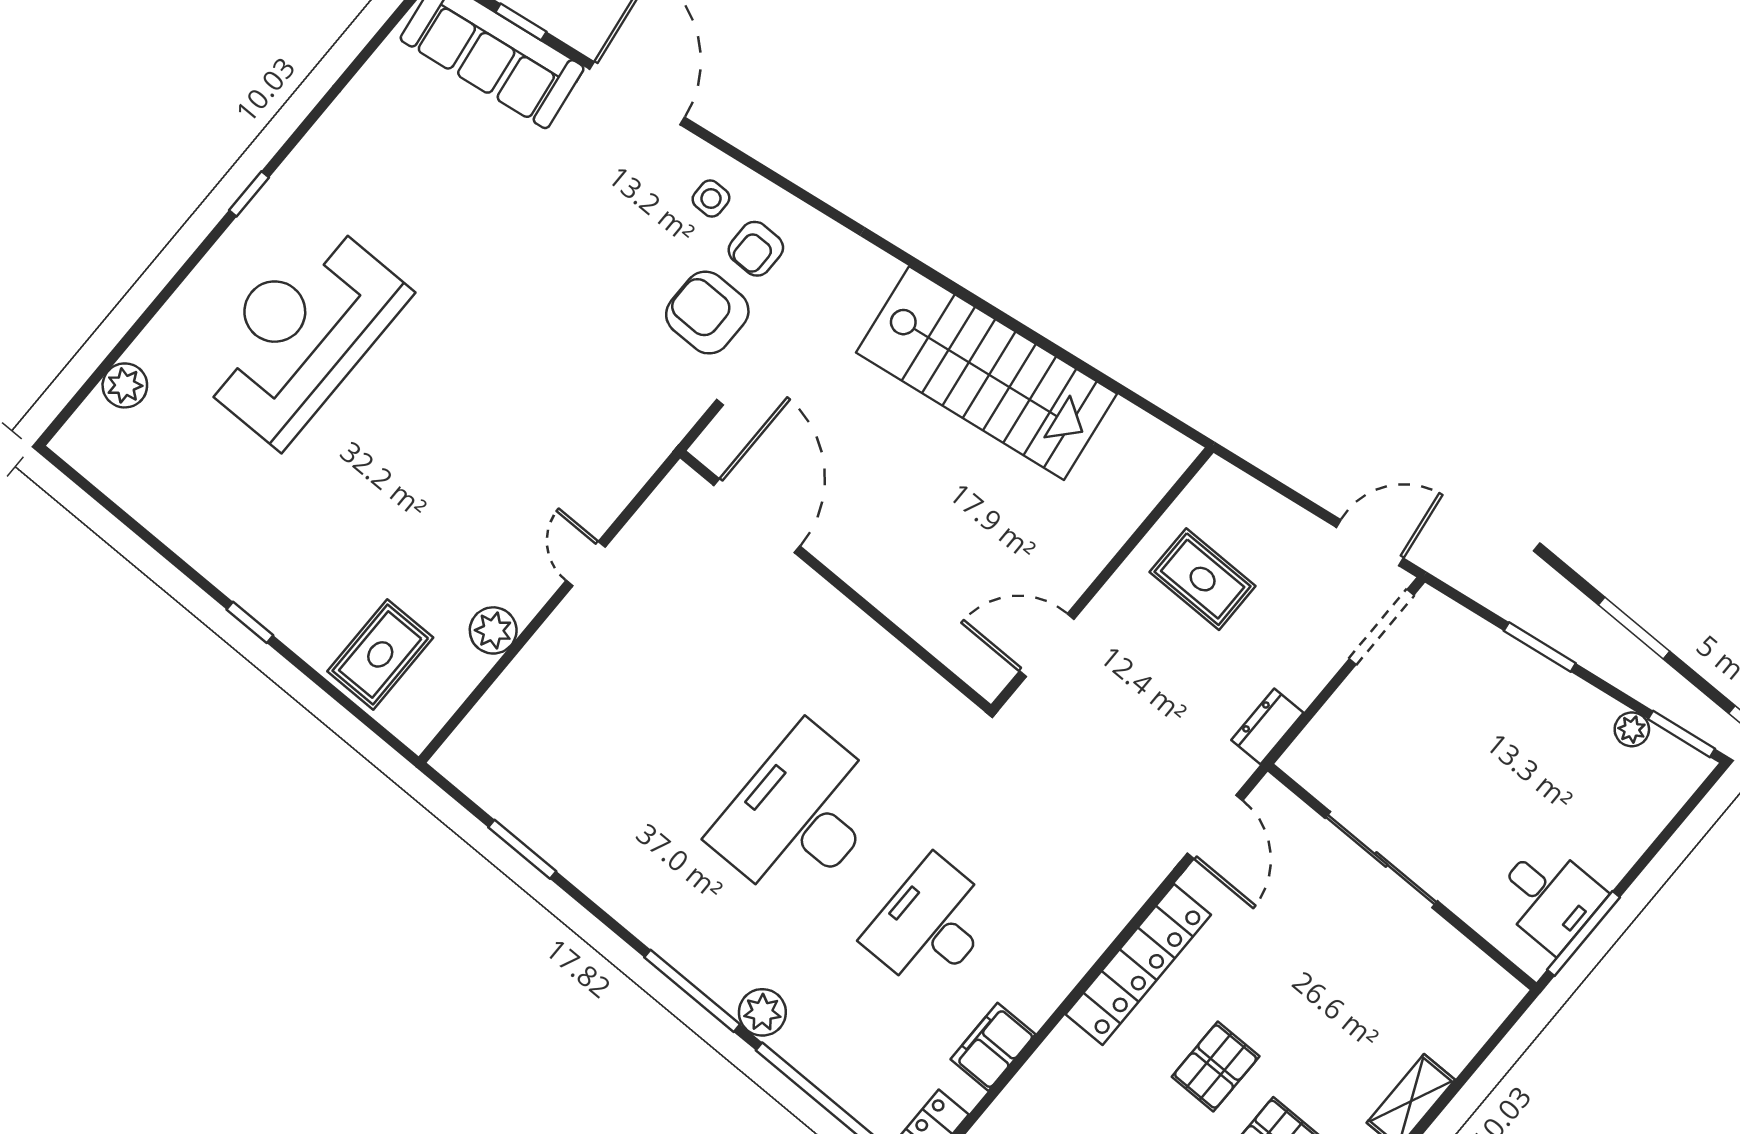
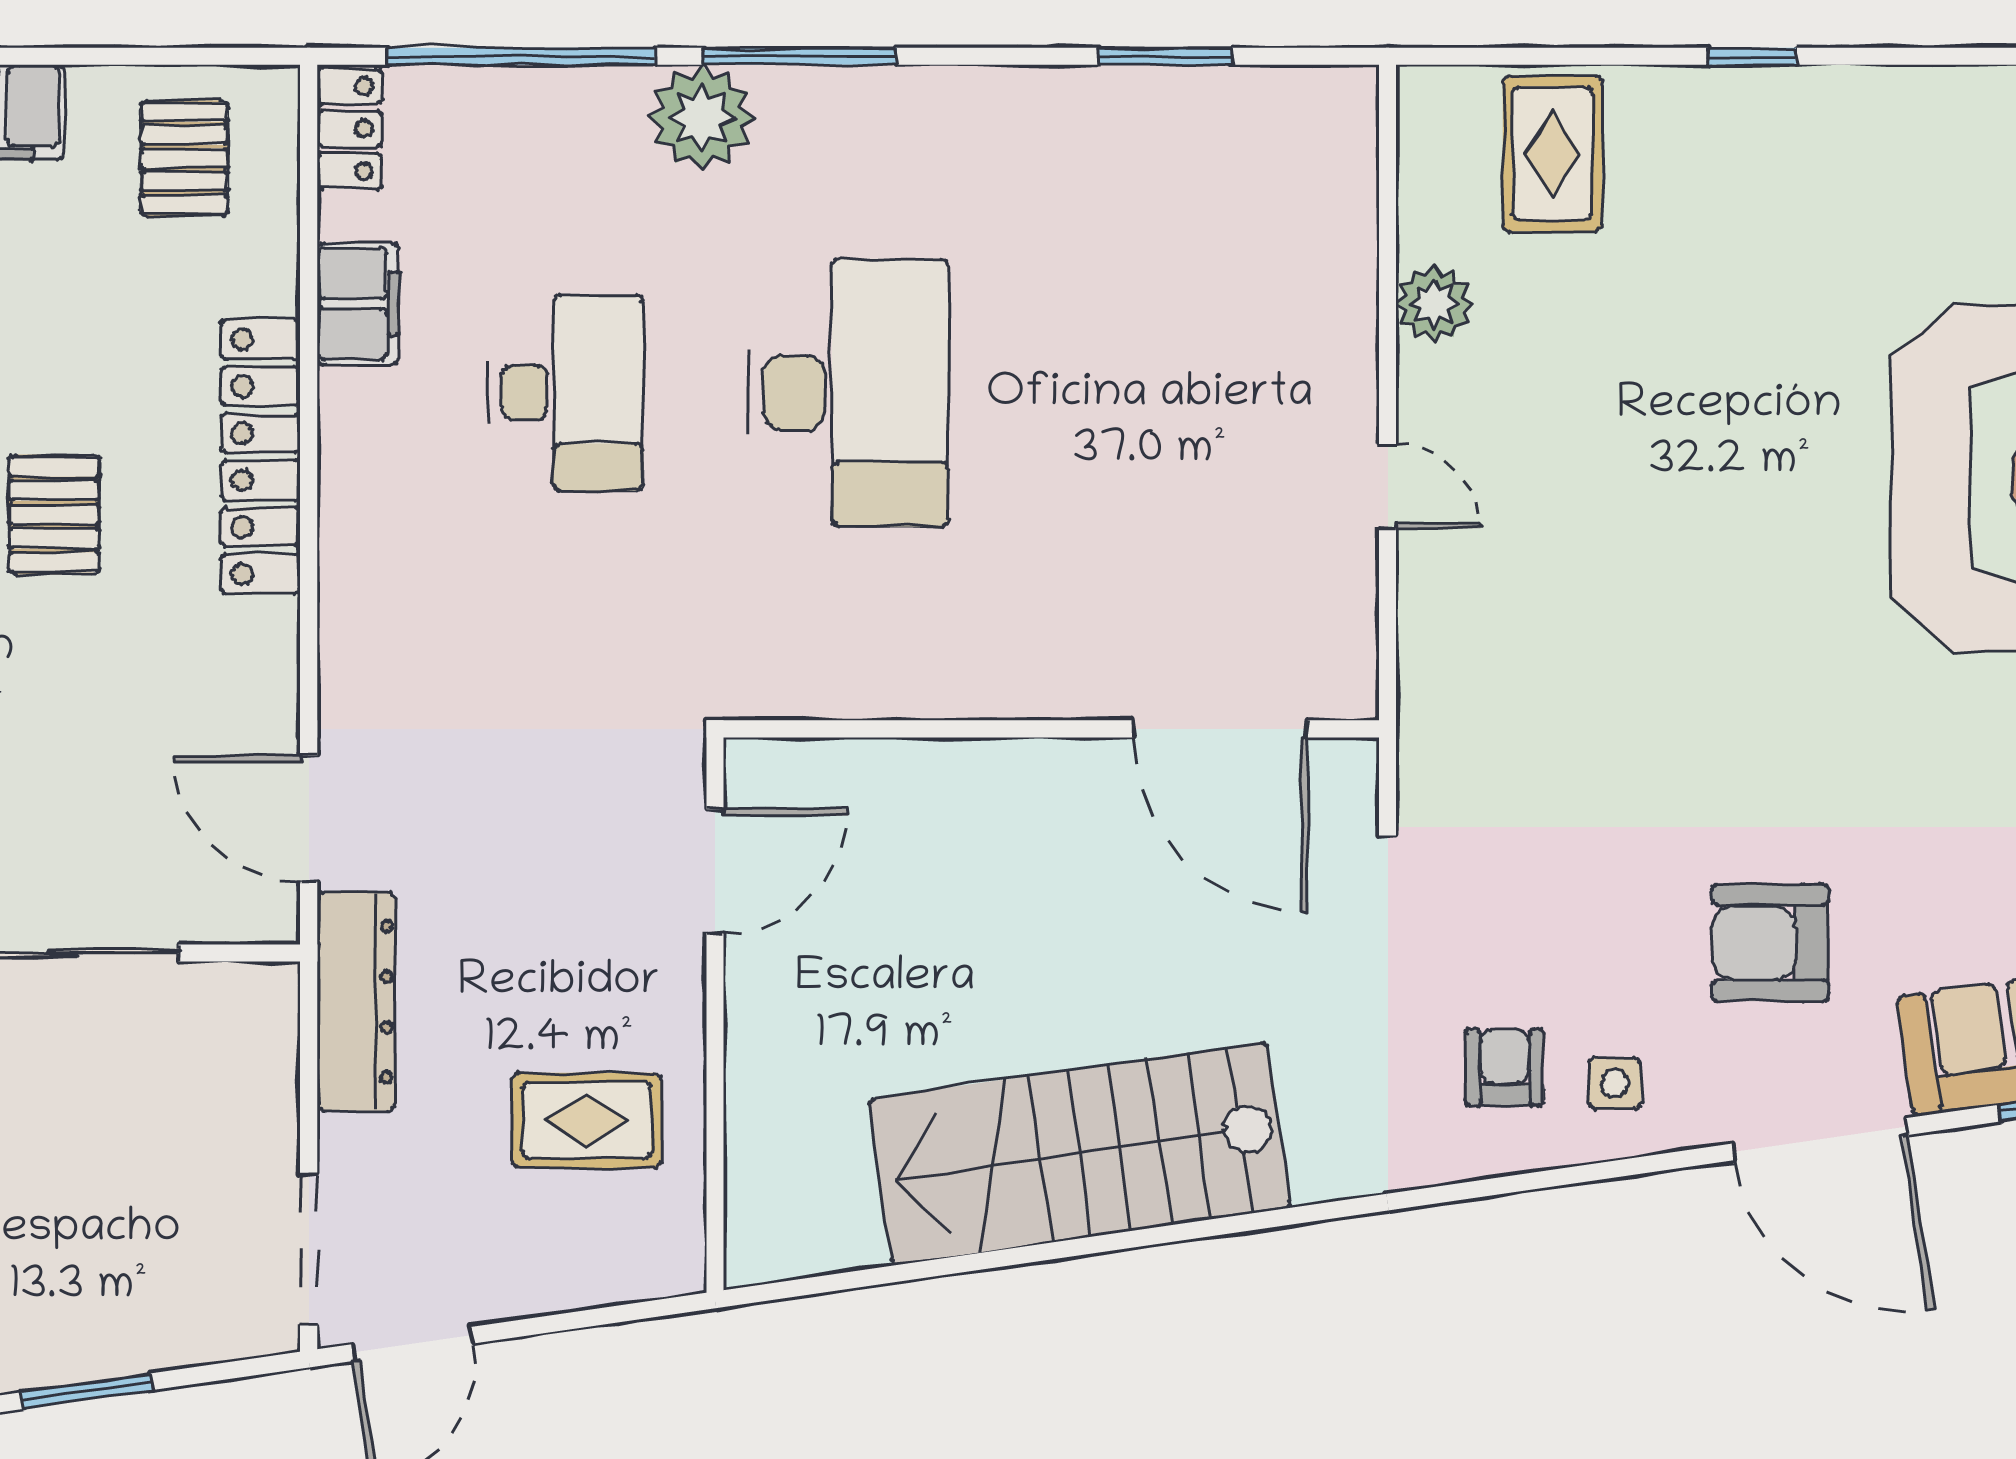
armchair: (707, 313) -> (1770, 943), moved, turned 180
dresser: (1267, 726) -> (356, 1002), width x1.96, depth x1.24
locker: (1138, 965) -> (260, 457), moved
plant: (762, 1012) -> (702, 117), width x1.36, depth x1.36

